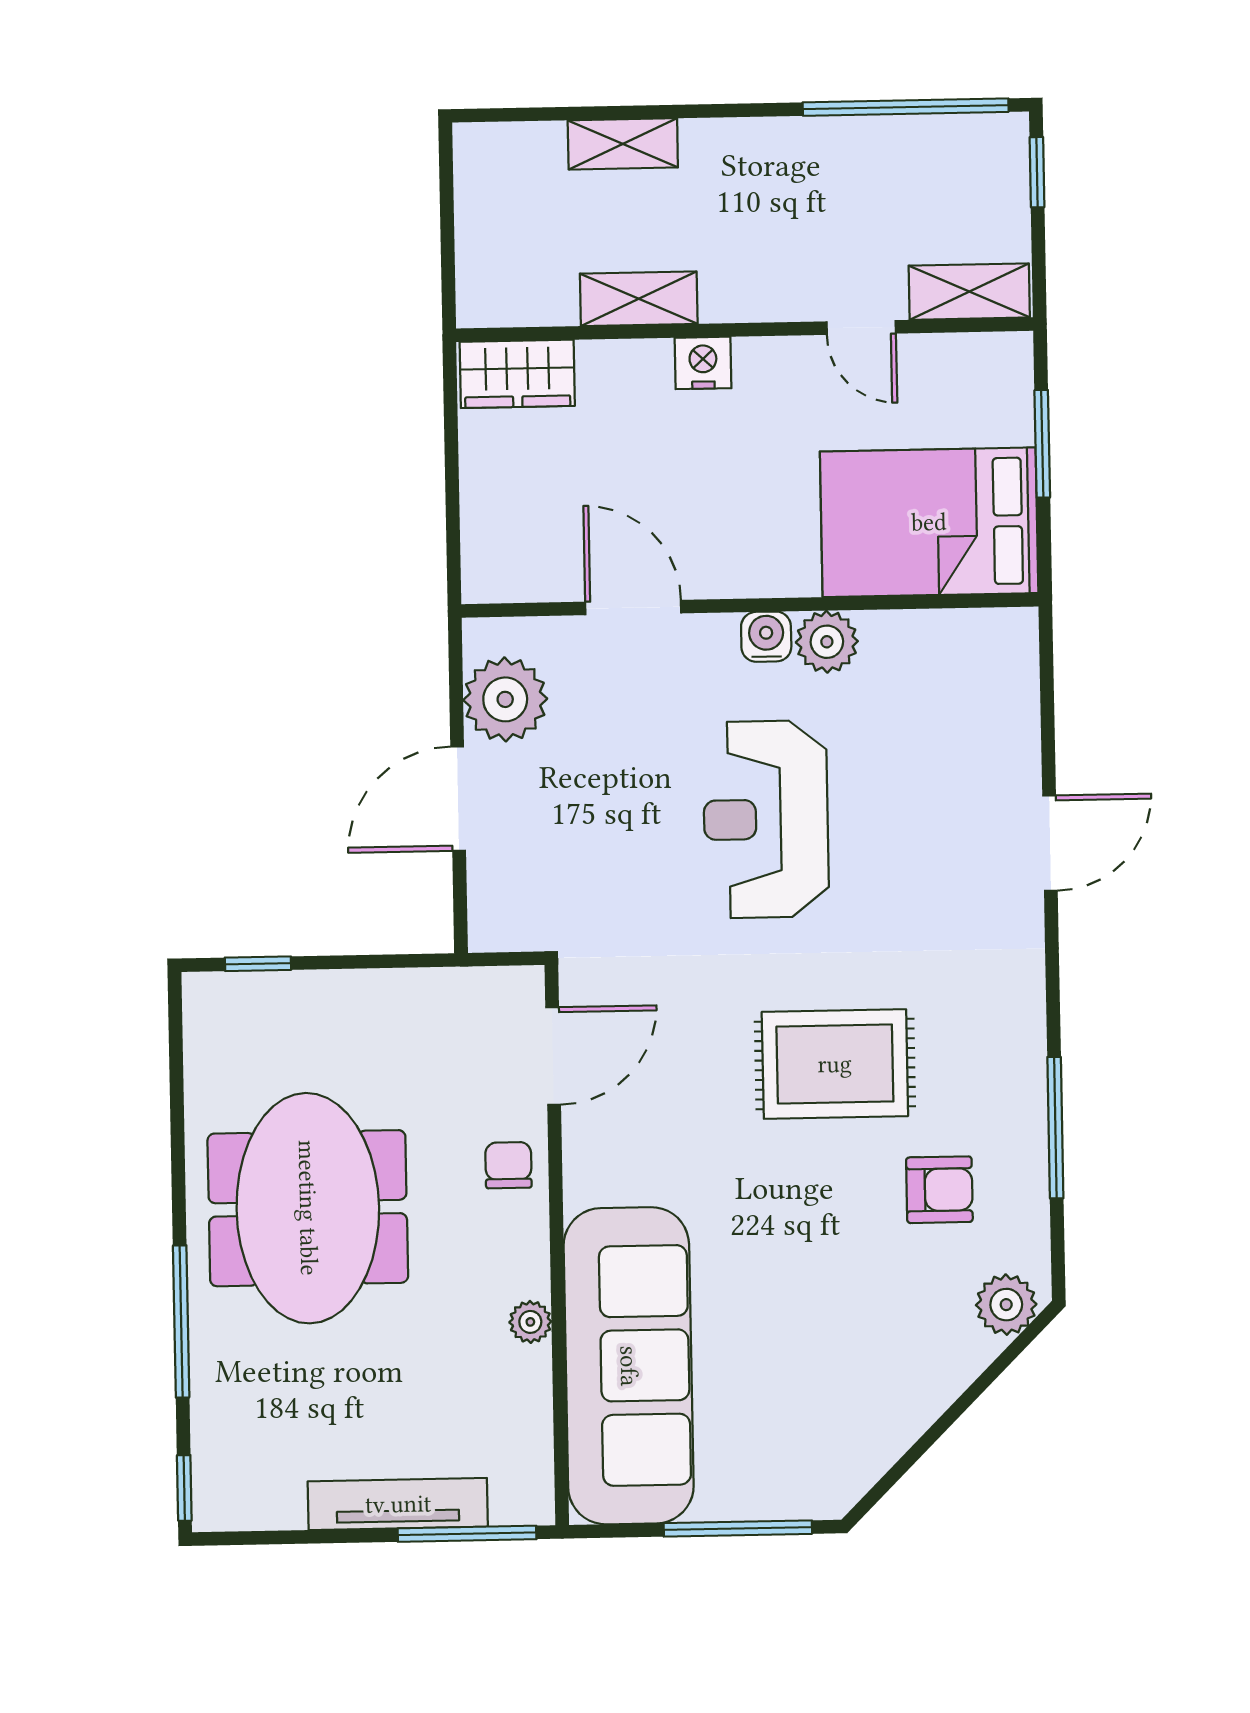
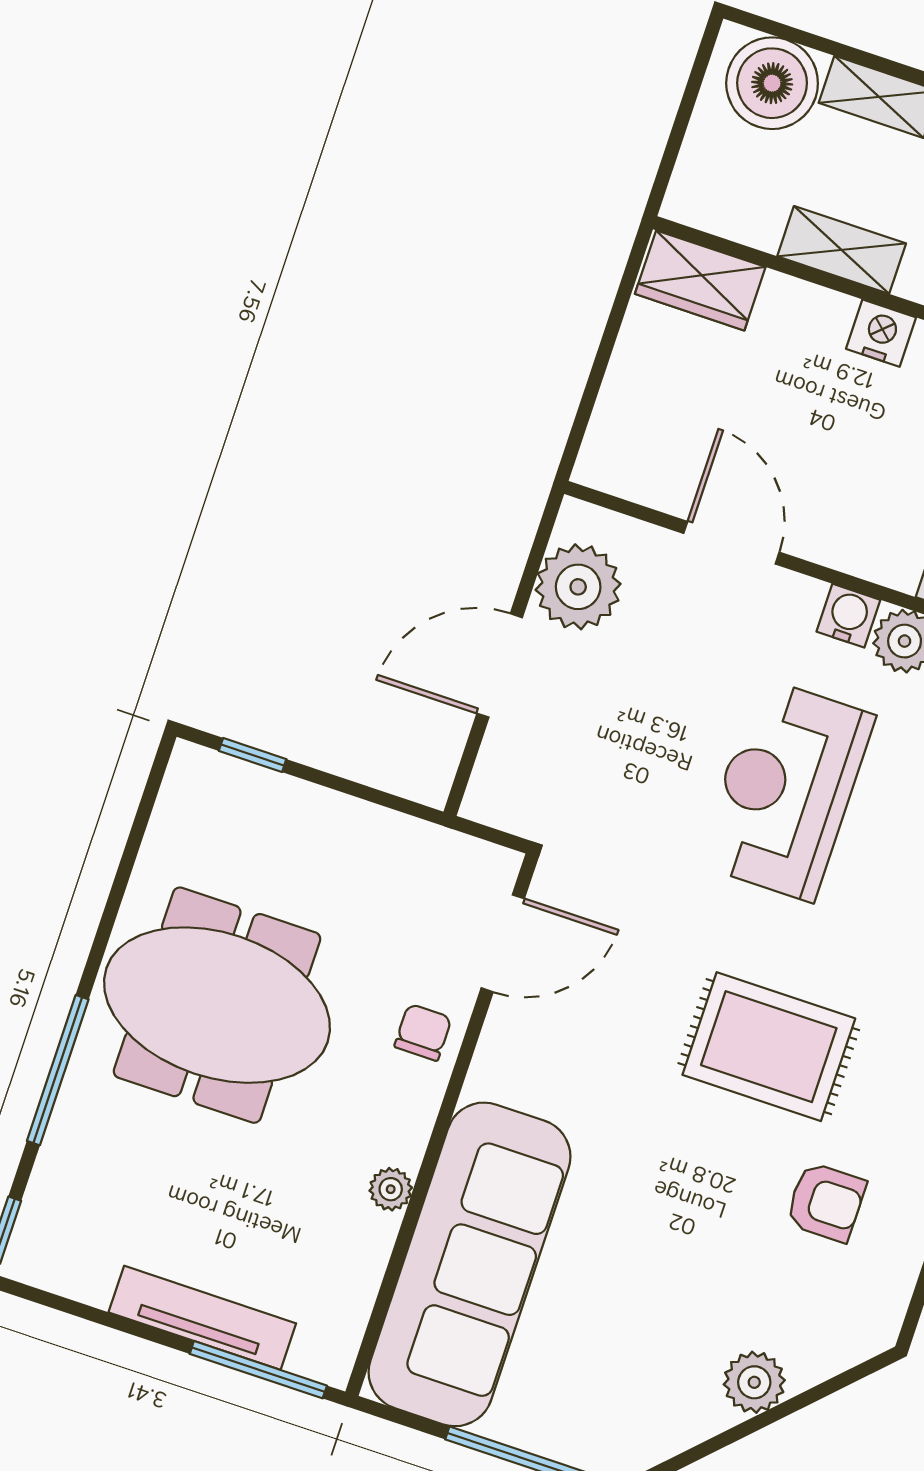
boiler: (519, 167) -> (772, 83), added
meeting table: (308, 1208) -> (217, 1005), turned 90
plant: (1006, 1305) -> (754, 1382), moved

